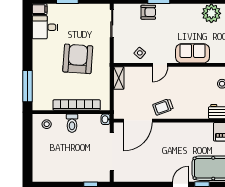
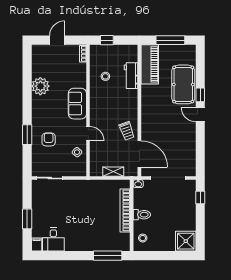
armchair: (148, 12) -> (49, 139), moved
armchair: (78, 59) -> (82, 209), removed
shelving: (119, 78) -> (113, 172), moved
shower: (43, 171) -> (186, 241), added

